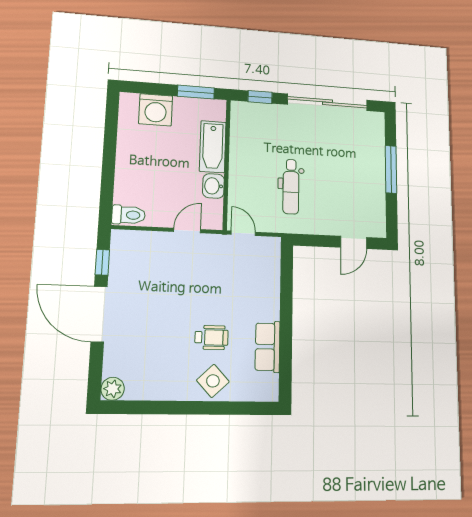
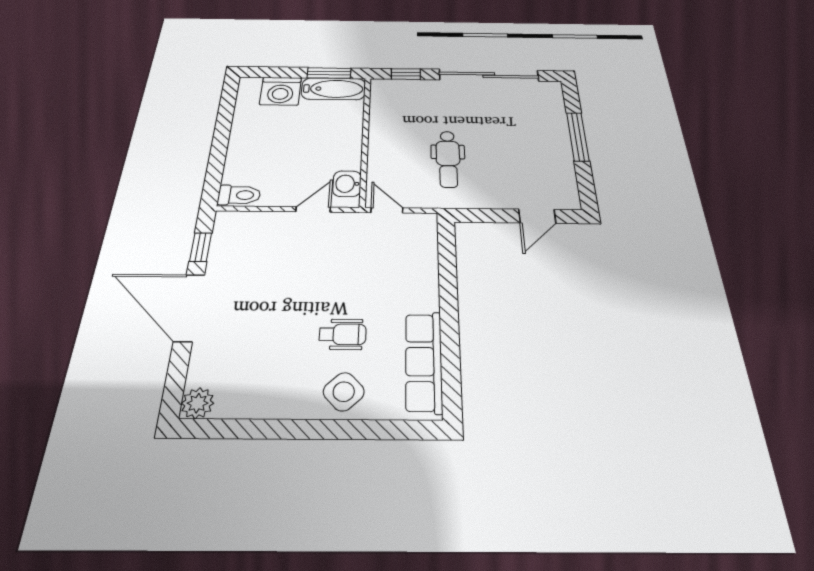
bathtub: (213, 147) -> (334, 89), moved, turned -90
washbasin: (213, 186) -> (347, 184), moved
row of seats: (268, 347) -> (424, 362), width x1.48

